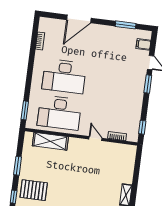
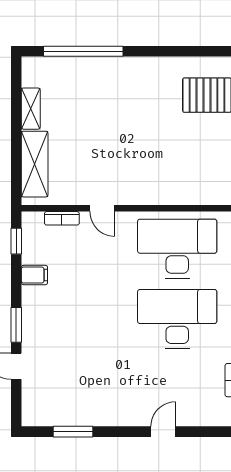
door: (79, 19) -> (163, 432), width x0.53
filing cabinet: (143, 44) -> (34, 275), moved
shelving: (50, 141) -> (35, 164), moved, turned 90

